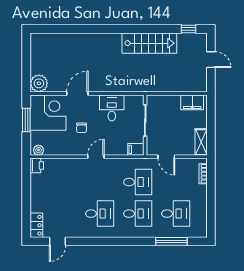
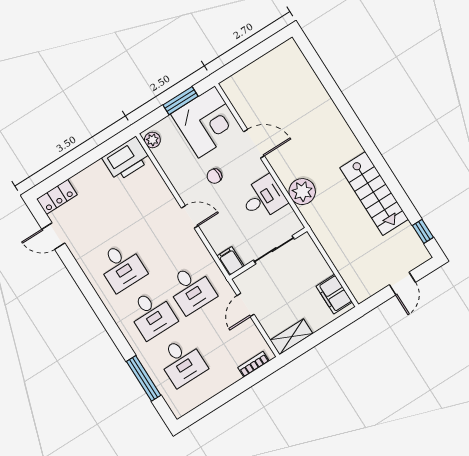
plant: (39, 83) -> (302, 192), moved
printer: (37, 166) -> (126, 159), width x1.87, depth x1.48

